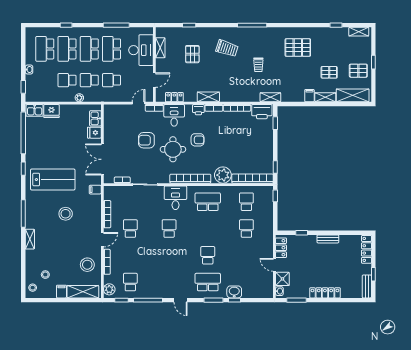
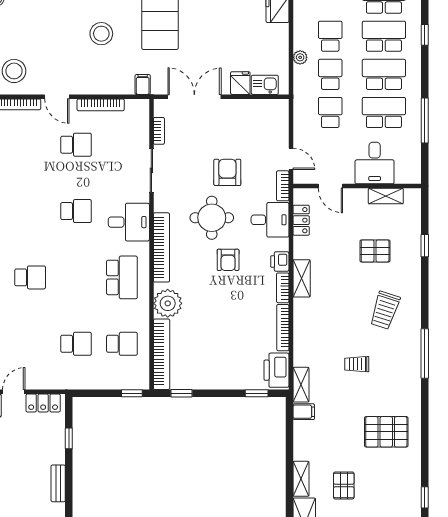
pallet: (298, 48) -> (386, 432), turned 90
desk: (141, 50) -> (375, 163), width x0.73
filing cabinet: (309, 96) -> (304, 412), moved

